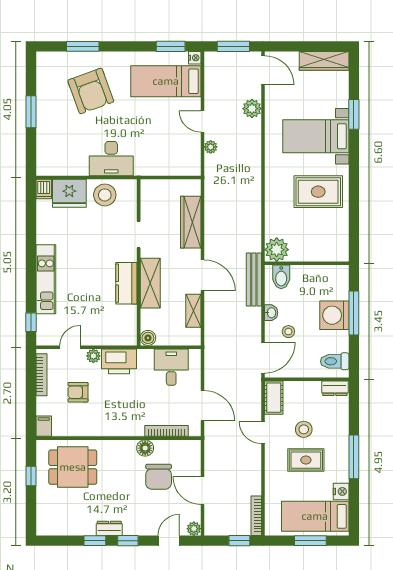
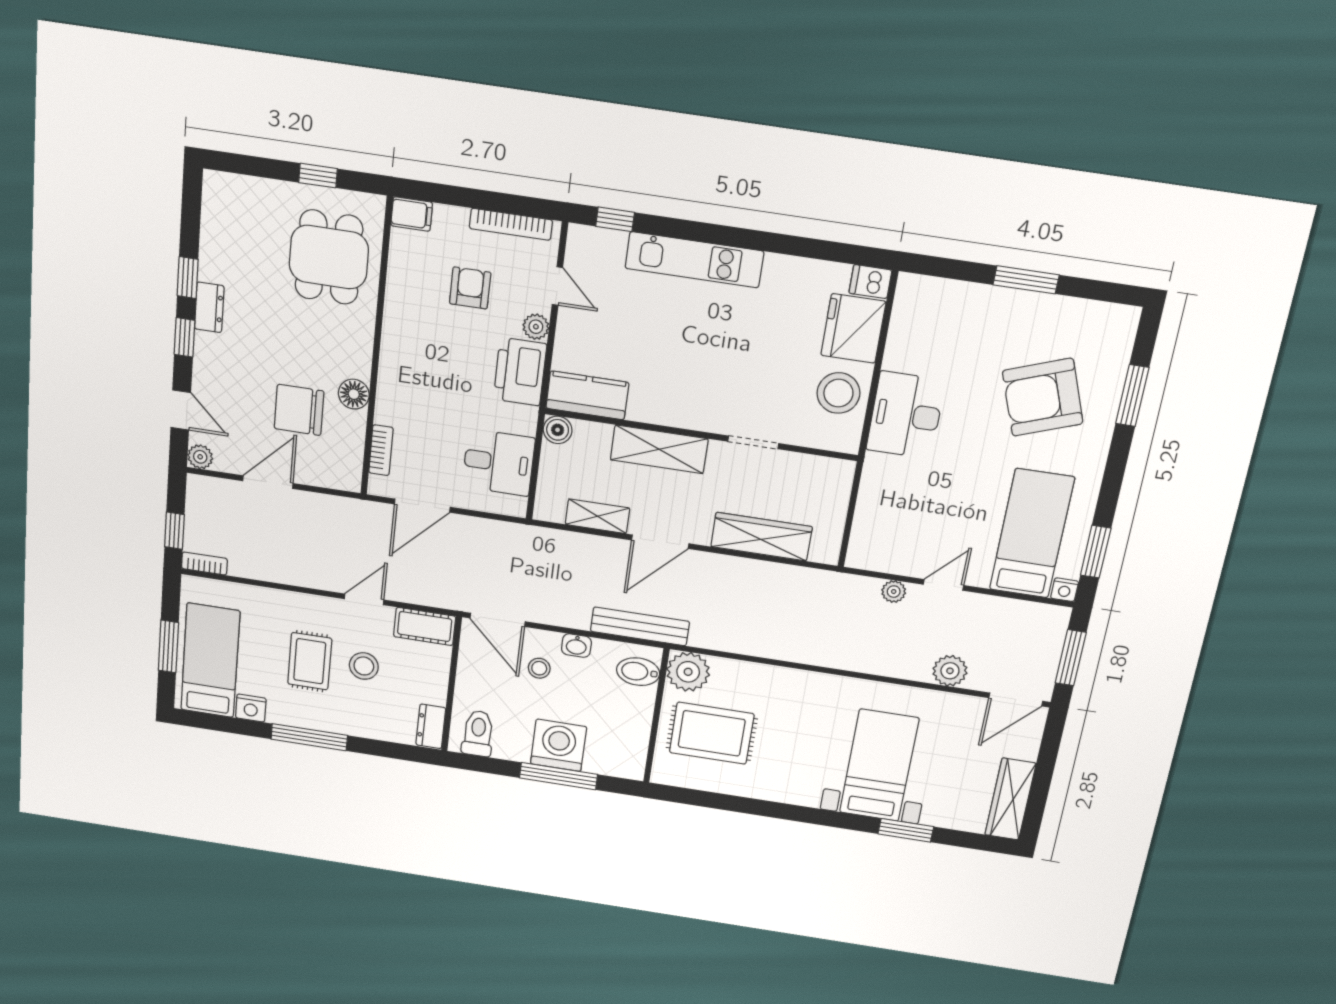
rug: (318, 192) -> (712, 733), moved, turned 90
kitchen counter: (126, 283) -> (587, 395), moved
bookcase: (167, 431) -> (381, 450), width x0.64
bookcase: (256, 516) -> (204, 564), width x0.64

